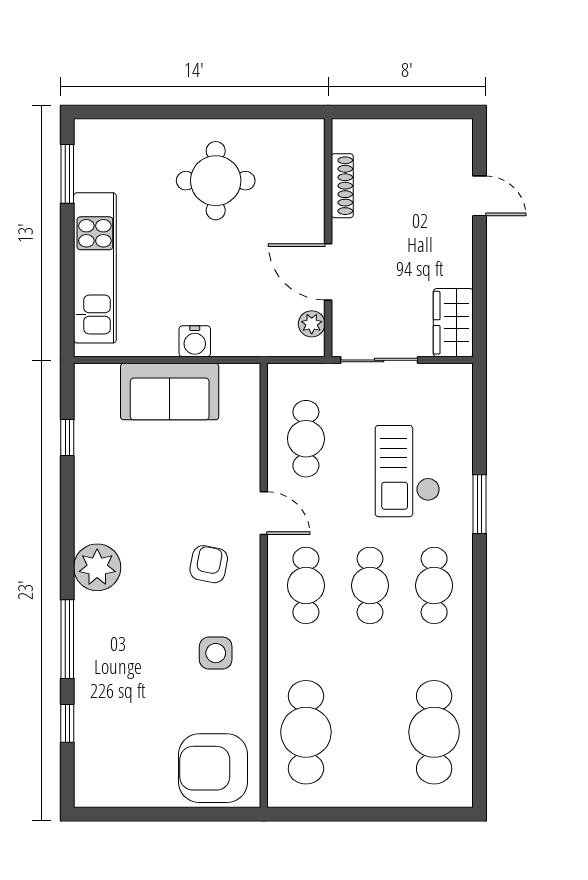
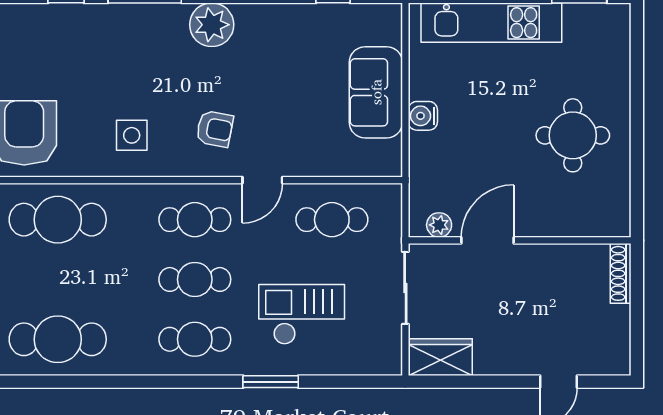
shoe rack: (342, 186) -> (621, 273), moved, turned 90

